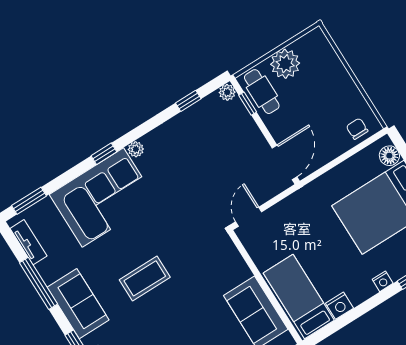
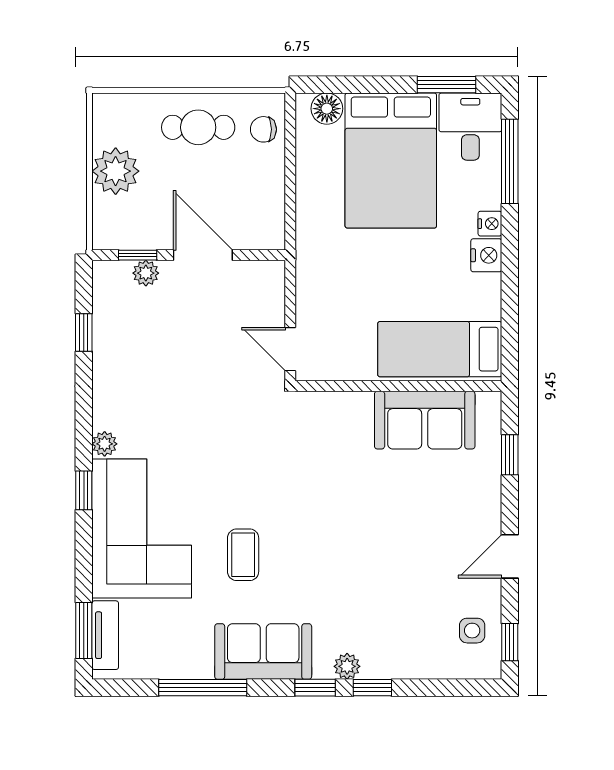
plant: (227, 92) -> (146, 273), moved
cafe table: (262, 92) -> (198, 127), moved
door: (285, 162) -> (203, 255), moved
tv unit: (28, 242) -> (105, 635), moved, turned 90
coffee table: (145, 278) -> (243, 555), moved, width x0.73, depth x0.77
nightstand: (339, 306) -> (486, 255), moved

